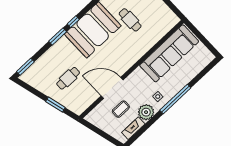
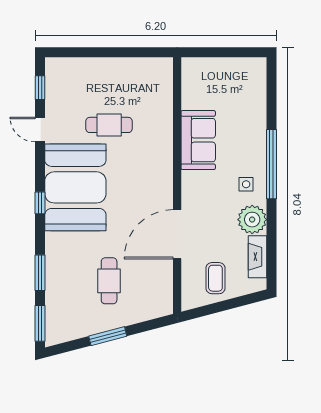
window: (58, 36) -> (40, 273), moved
sofa: (169, 53) -> (198, 140), width x0.54, depth x0.79
window: (55, 105) -> (108, 336), moved
coffee table: (121, 109) -> (215, 278), moved

